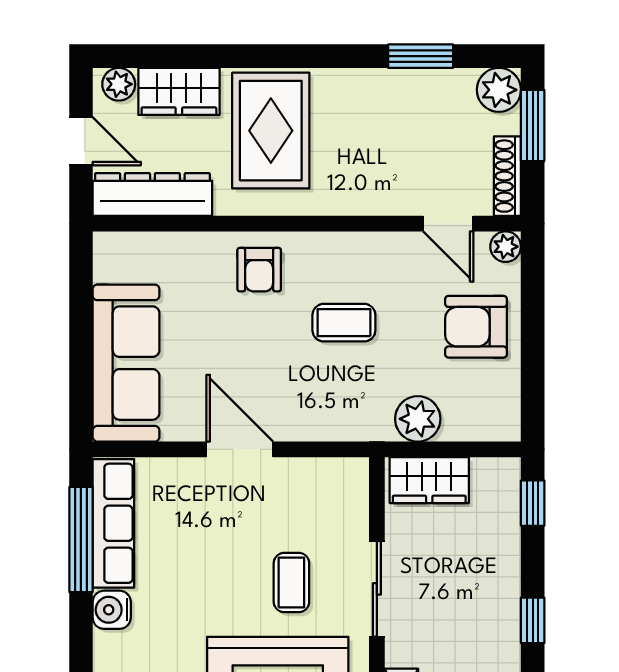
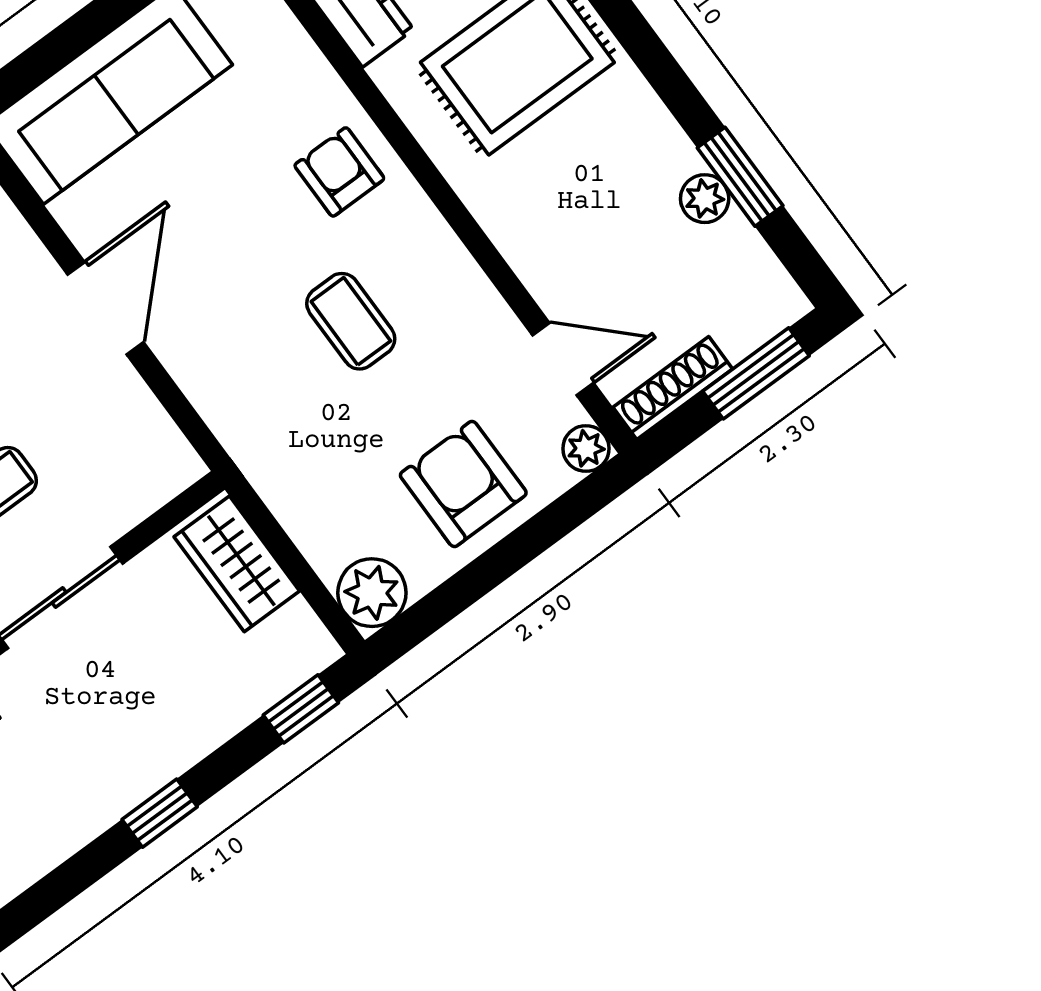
plant: (499, 90) -> (705, 199), moved, width x0.73, depth x0.73
door: (448, 224) -> (563, 359), swing flipped
armchair: (259, 270) -> (339, 172), turned 90
plant: (418, 419) -> (372, 593), moved

